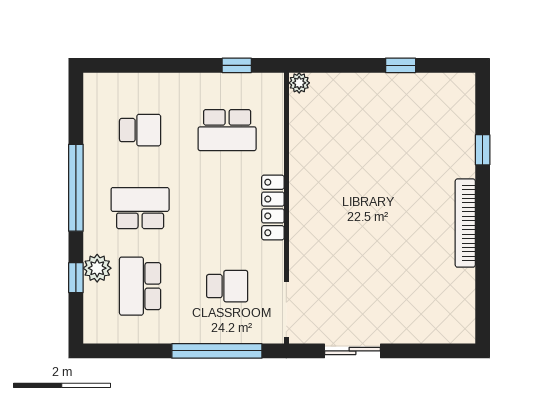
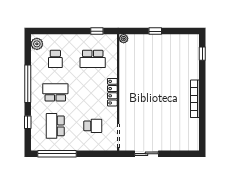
window: (401, 65) -> (155, 31), moved
school desk: (140, 130) -> (55, 59), turned 90
window: (483, 150) -> (202, 54), moved
plant: (97, 268) -> (37, 44), moved
window: (217, 351) -> (57, 154), moved

